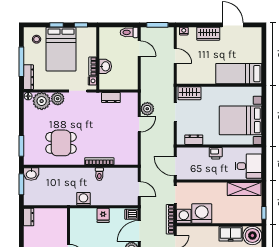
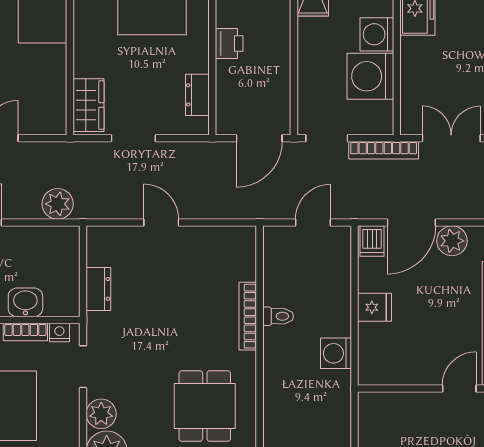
plant: (147, 109) -> (58, 204), moved
washing machine: (184, 216) -> (377, 34), moved
door: (139, 231) -> (411, 223), hinge flipped

